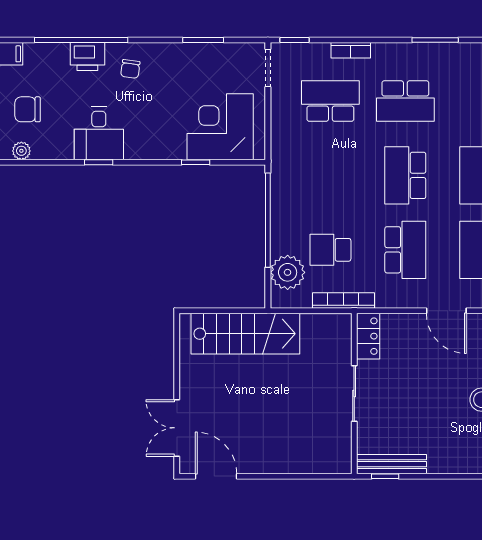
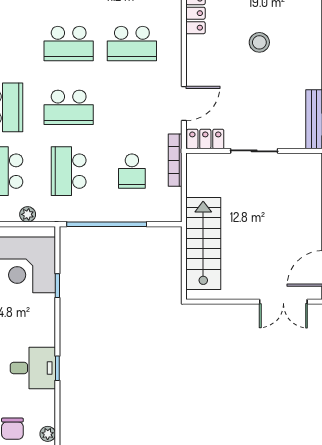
school desk: (405, 250) -> (69, 171), moved, turned -90
plant: (288, 272) -> (28, 214), moved, width x0.53, depth x0.53
door: (446, 311) -> (184, 104), moved

